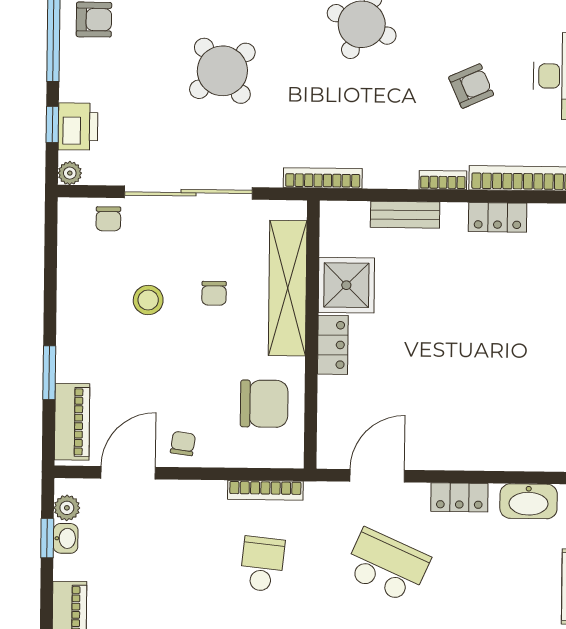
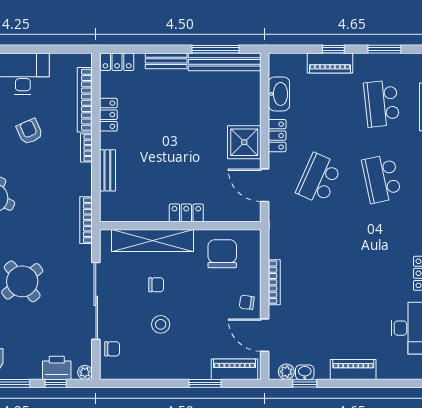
shower: (346, 285) -> (244, 142), moved
bookcase: (265, 490) -> (274, 282), moved
school desk: (262, 564) -> (319, 254), removed

